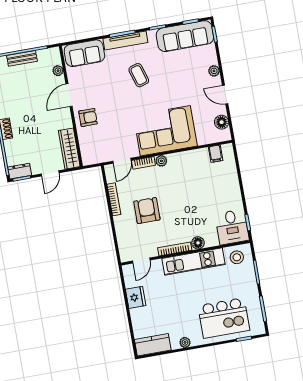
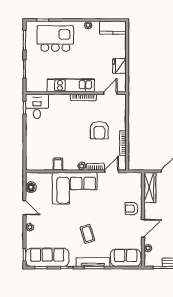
filing cabinet: (216, 154) -> (58, 164), moved
floor lamp: (198, 243) -> (65, 99), removed
stool: (237, 257) -> (37, 83), removed

